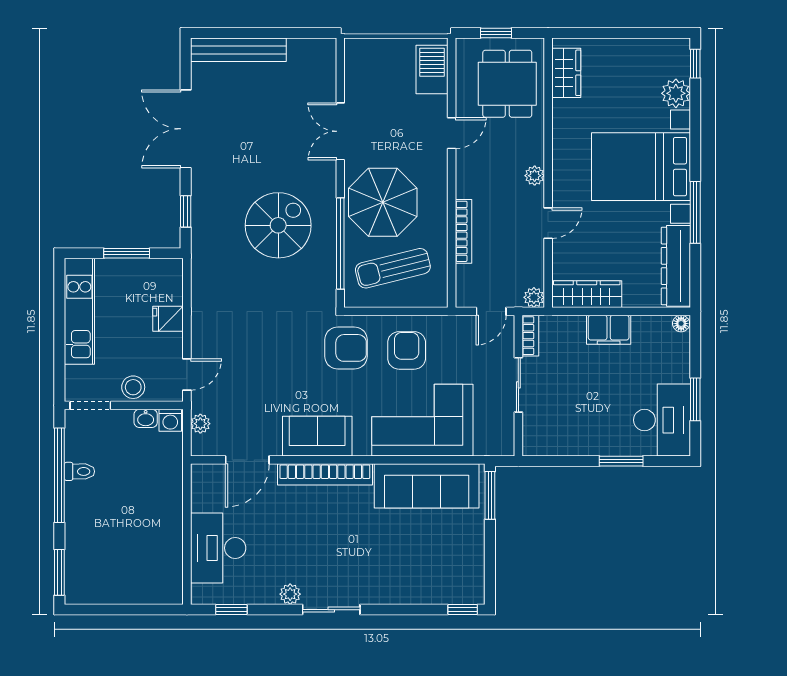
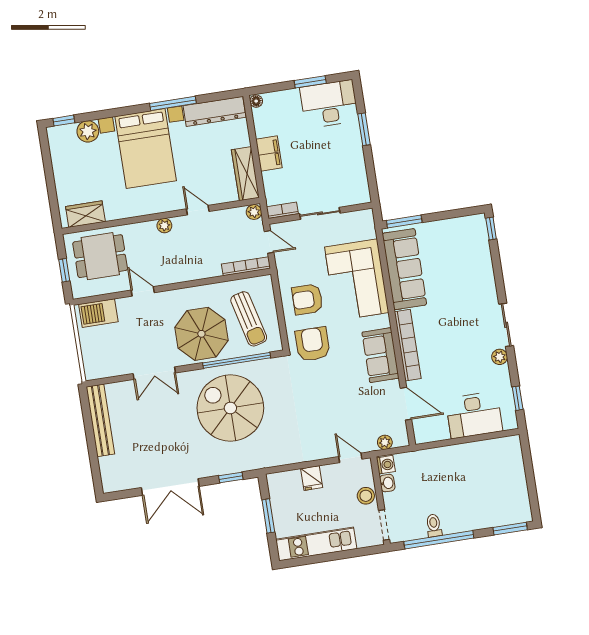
bench: (238, 50) -> (100, 420), moved
spiral stairs: (278, 225) -> (230, 408), width x1.37, depth x1.37
bookcase: (464, 231) -> (246, 266), moved

